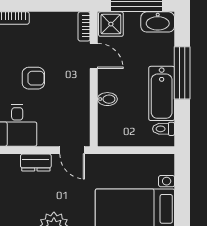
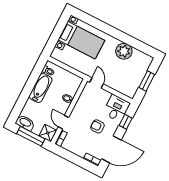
window: (182, 73) -> (26, 93), removed
dresser: (36, 162) -> (117, 86), removed

